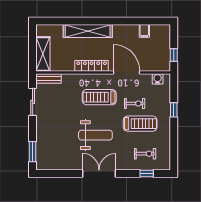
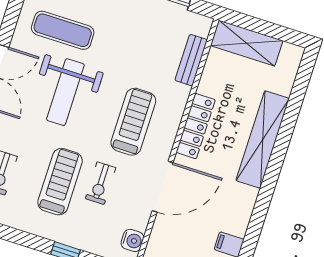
bench: (49, 78) -> (191, 60), moved
treadmill: (140, 124) -> (60, 182), turned 180
exercise mat: (66, 146) -> (63, 30), added

